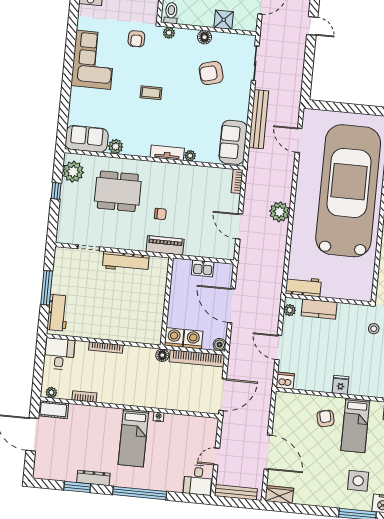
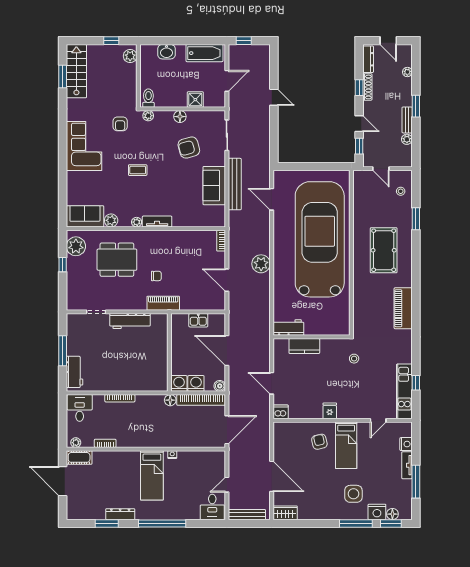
sofa: (233, 142) -> (214, 186), moved
plant: (190, 156) -> (137, 222), moved
plant: (290, 310) -> (278, 349), removed

